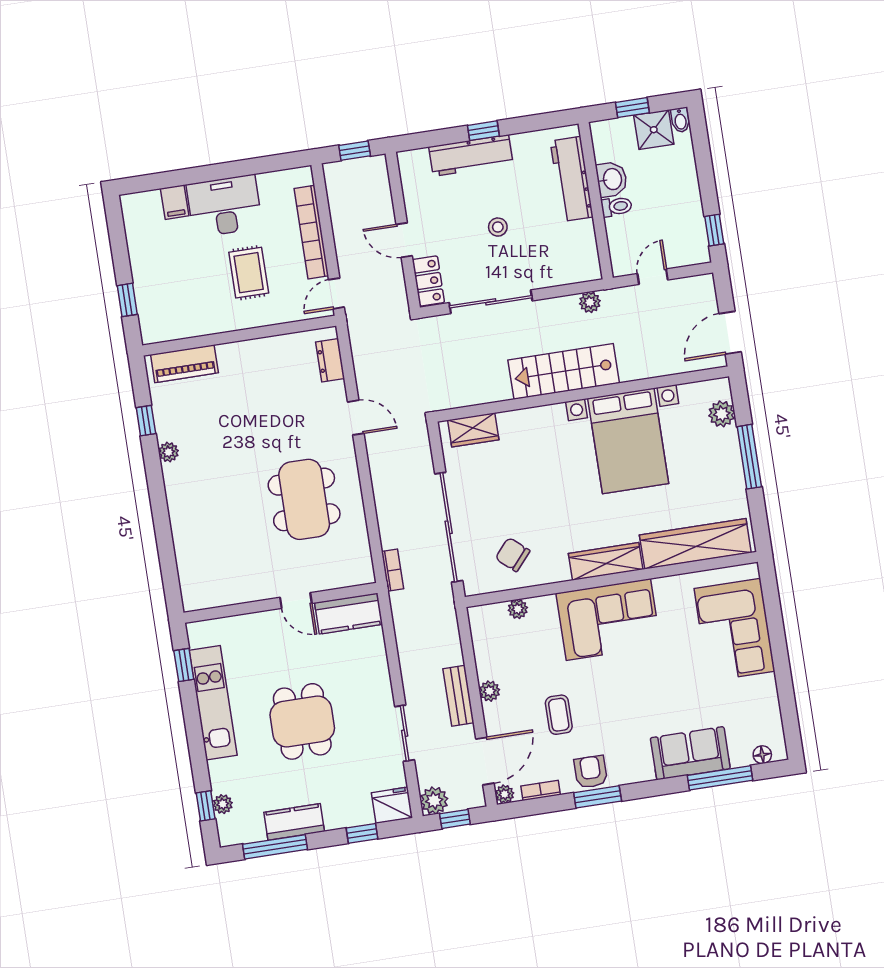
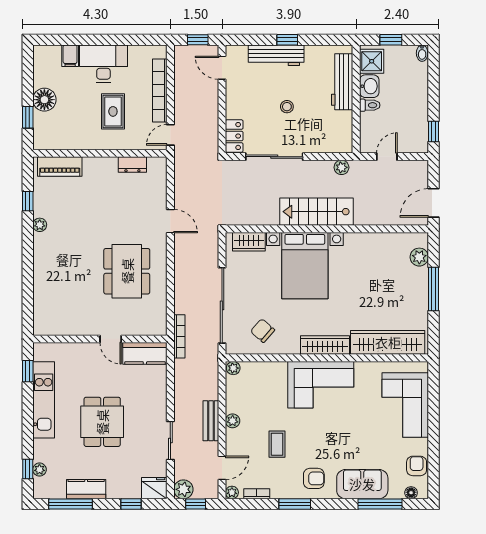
shower: (654, 130) -> (372, 61), moved
door: (404, 240) -> (222, 68), moved
floor lamp: (147, 271) -> (44, 100), added
dresser: (330, 360) -> (132, 165), moved, turned -90
bed with nightstands: (628, 441) -> (305, 266), moved
bookcase: (393, 570) -> (179, 336), width x1.56
plant: (518, 609) -> (233, 368), moved
armchair: (764, 715) -> (417, 466), added
door: (485, 761) -> (222, 468), width x0.73
armchair: (591, 772) -> (314, 478), moved, turned 90

